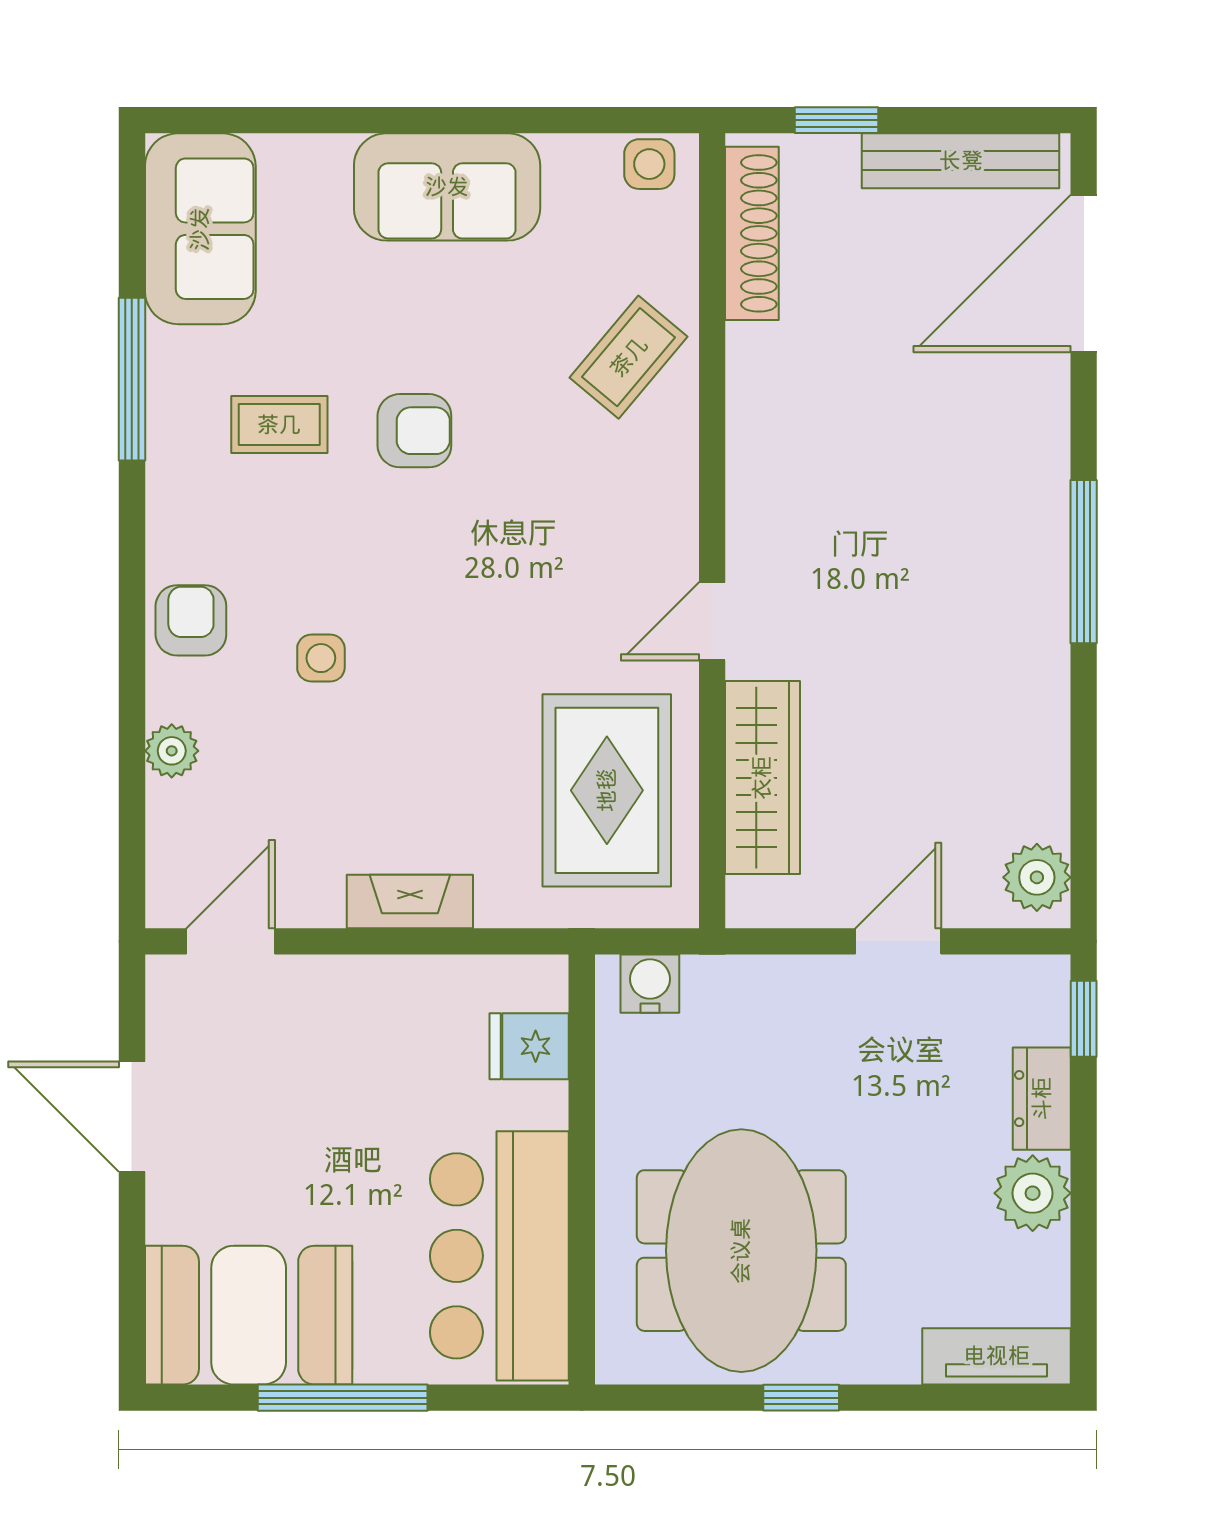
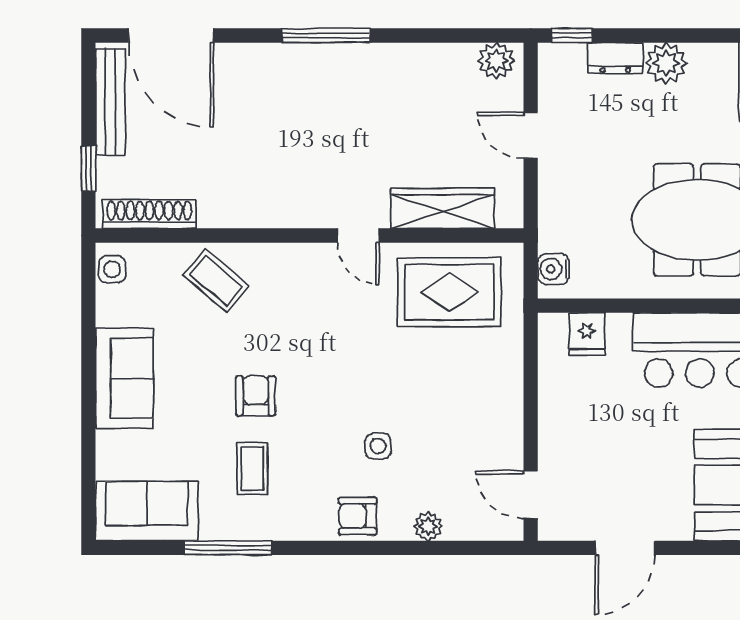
fireplace: (410, 901) -> (509, 398), removed

